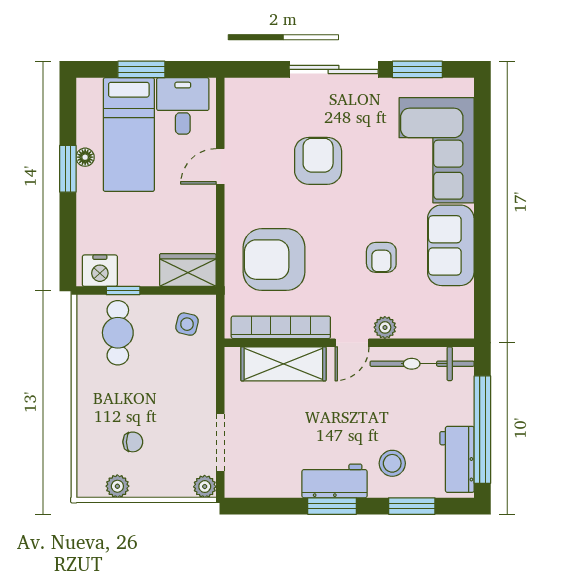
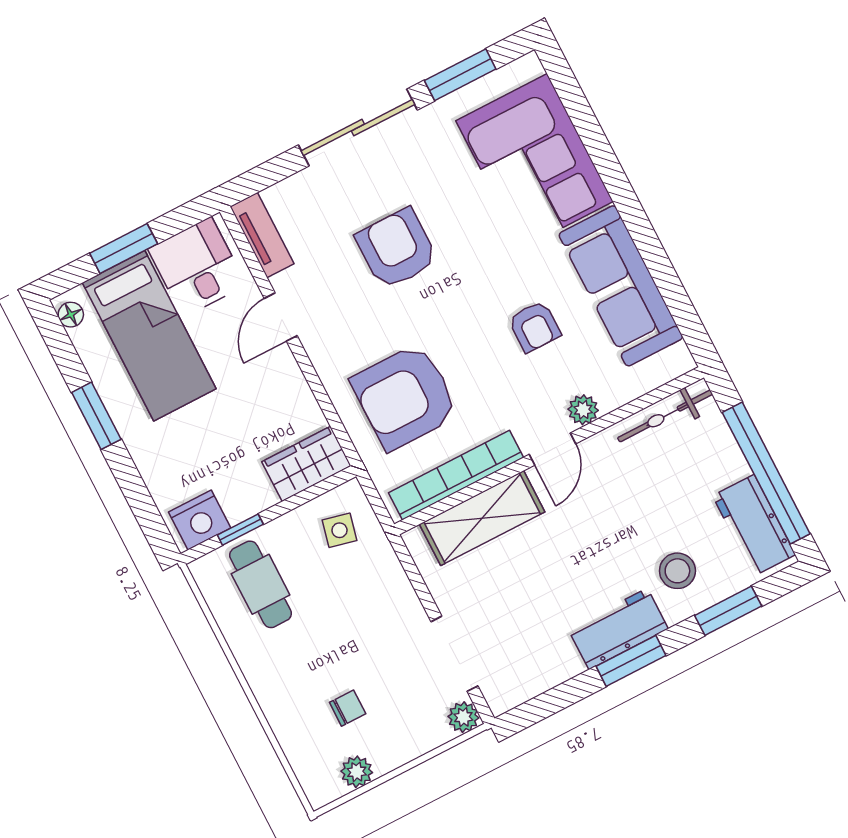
tv unit: (235, 107) -> (262, 235), added
floor lamp: (85, 157) -> (71, 315), moved
sofa: (451, 245) -> (621, 286), width x1.36
bicycle: (422, 364) -> (665, 416), width x0.73, depth x0.71

